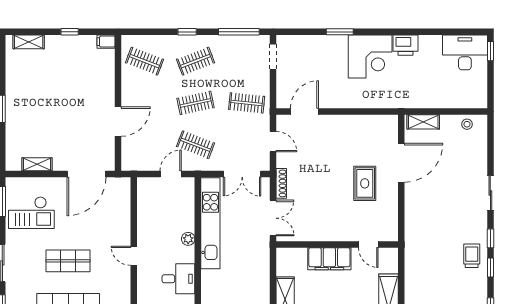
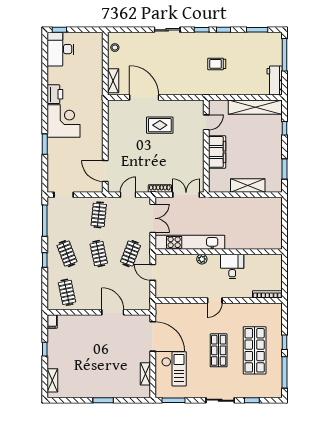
clothes rail: (144, 61) -> (67, 292), turned -33
checkout: (31, 213) -> (174, 369), moved
trolley: (472, 256) -> (217, 64), moved

